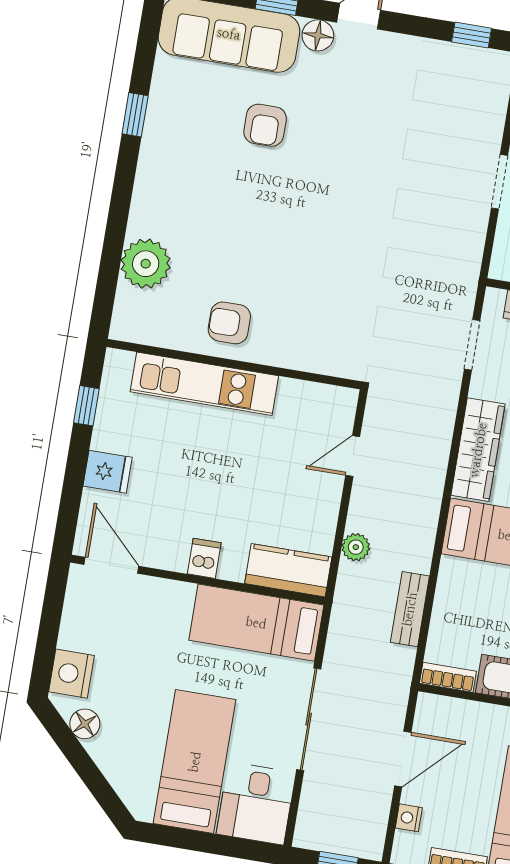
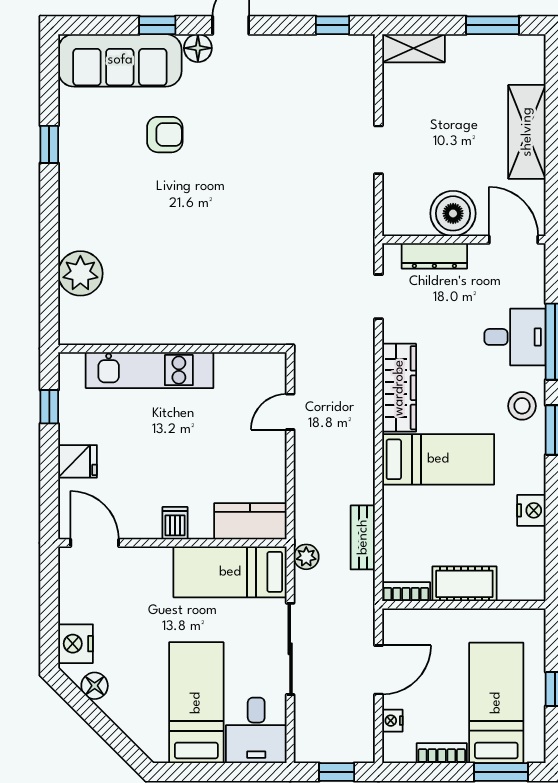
armchair: (265, 125) -> (165, 135), turned -90
armchair: (229, 323) -> (162, 313), removed
plant: (356, 547) -> (306, 557), moved

